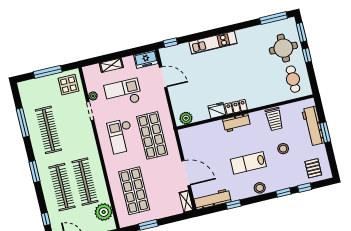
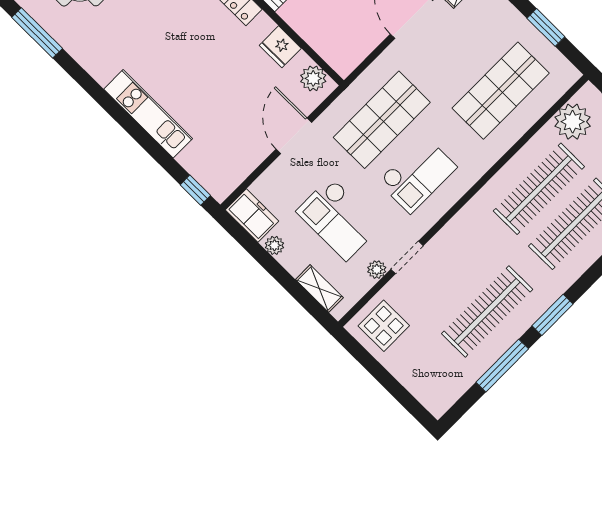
plant: (128, 61) -> (274, 245), added
shelving: (111, 65) -> (319, 289), moved
window: (48, 72) -> (384, 377), removed
door: (163, 77) -> (294, 136), moved
fridge: (217, 110) -> (280, 47), moved
window: (34, 172) -> (553, 315), moved

